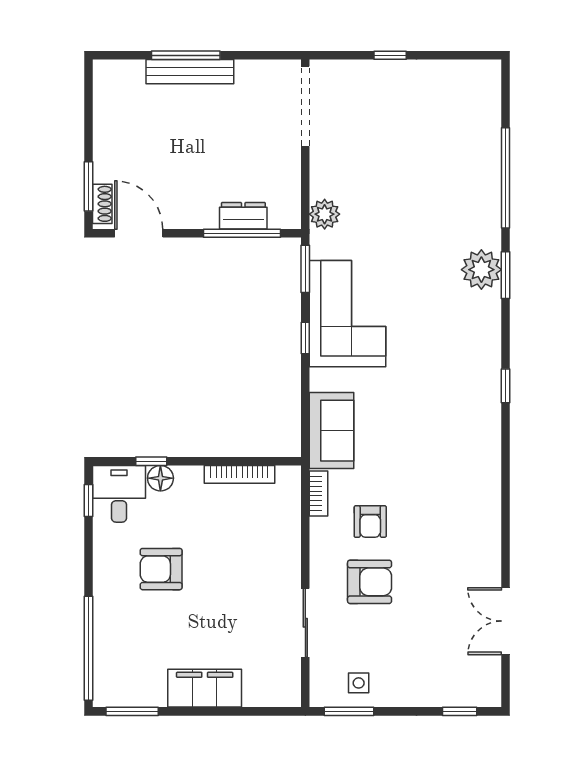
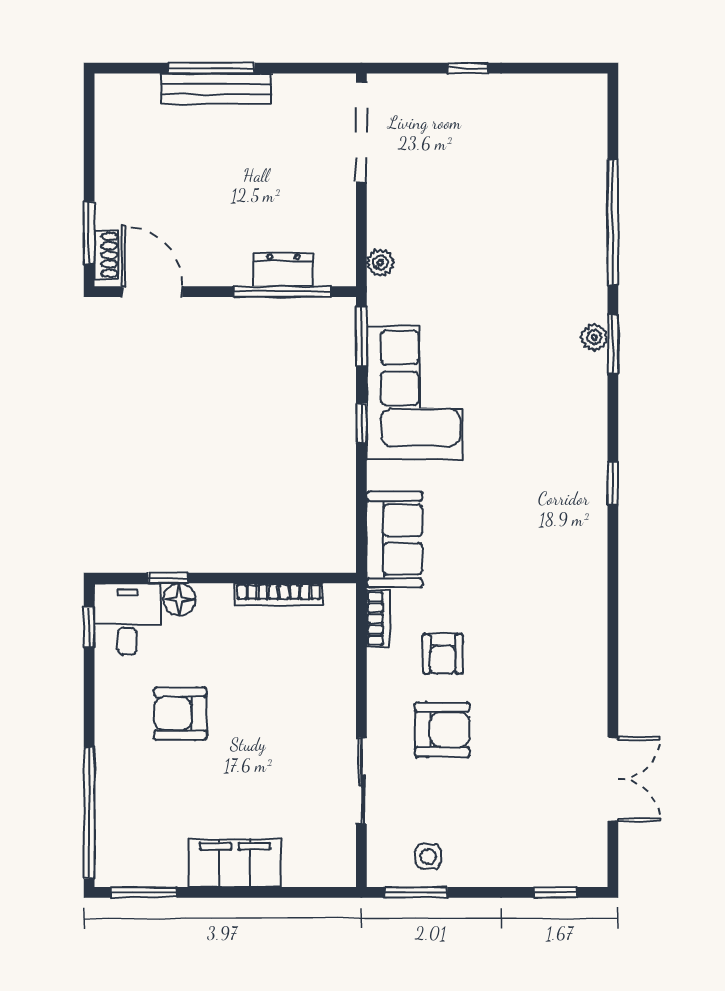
plant: (325, 214) -> (380, 263), width x0.73, depth x0.73
plant: (481, 270) -> (594, 337), width x0.53, depth x0.53
double door: (506, 621) -> (613, 779), swing flipped

